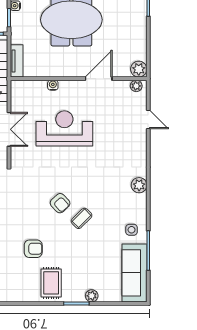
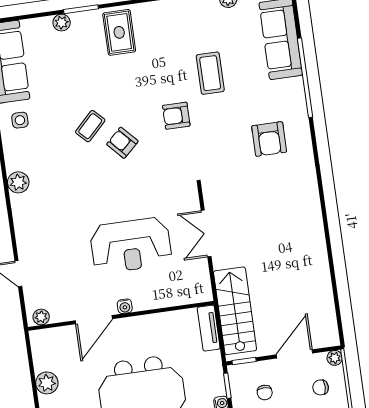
plant: (139, 69) -> (47, 383), moved
water cooler: (53, 85) -> (125, 306), moved
armchair: (33, 249) -> (176, 116), moved

